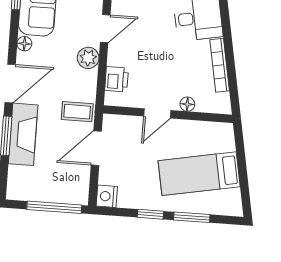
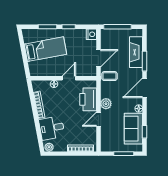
printer: (117, 79) -> (88, 99), width x1.87, depth x1.48
fireplace: (23, 134) -> (136, 52), moved

